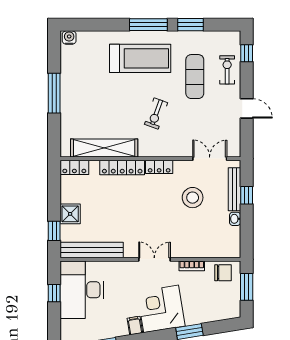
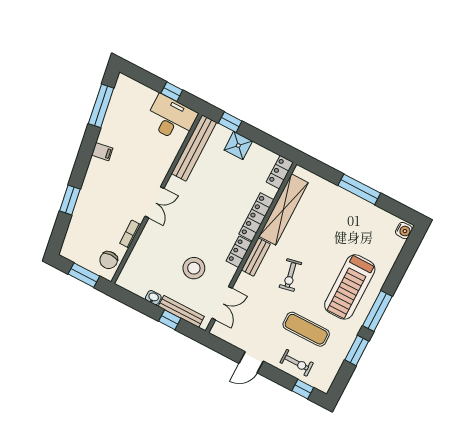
exercise bike: (156, 113) -> (290, 275), turned -122
bench: (156, 150) -> (256, 257), added
desk: (82, 290) -> (171, 118), width x0.73, depth x0.77
corner desk: (161, 309) -> (105, 184), removed

